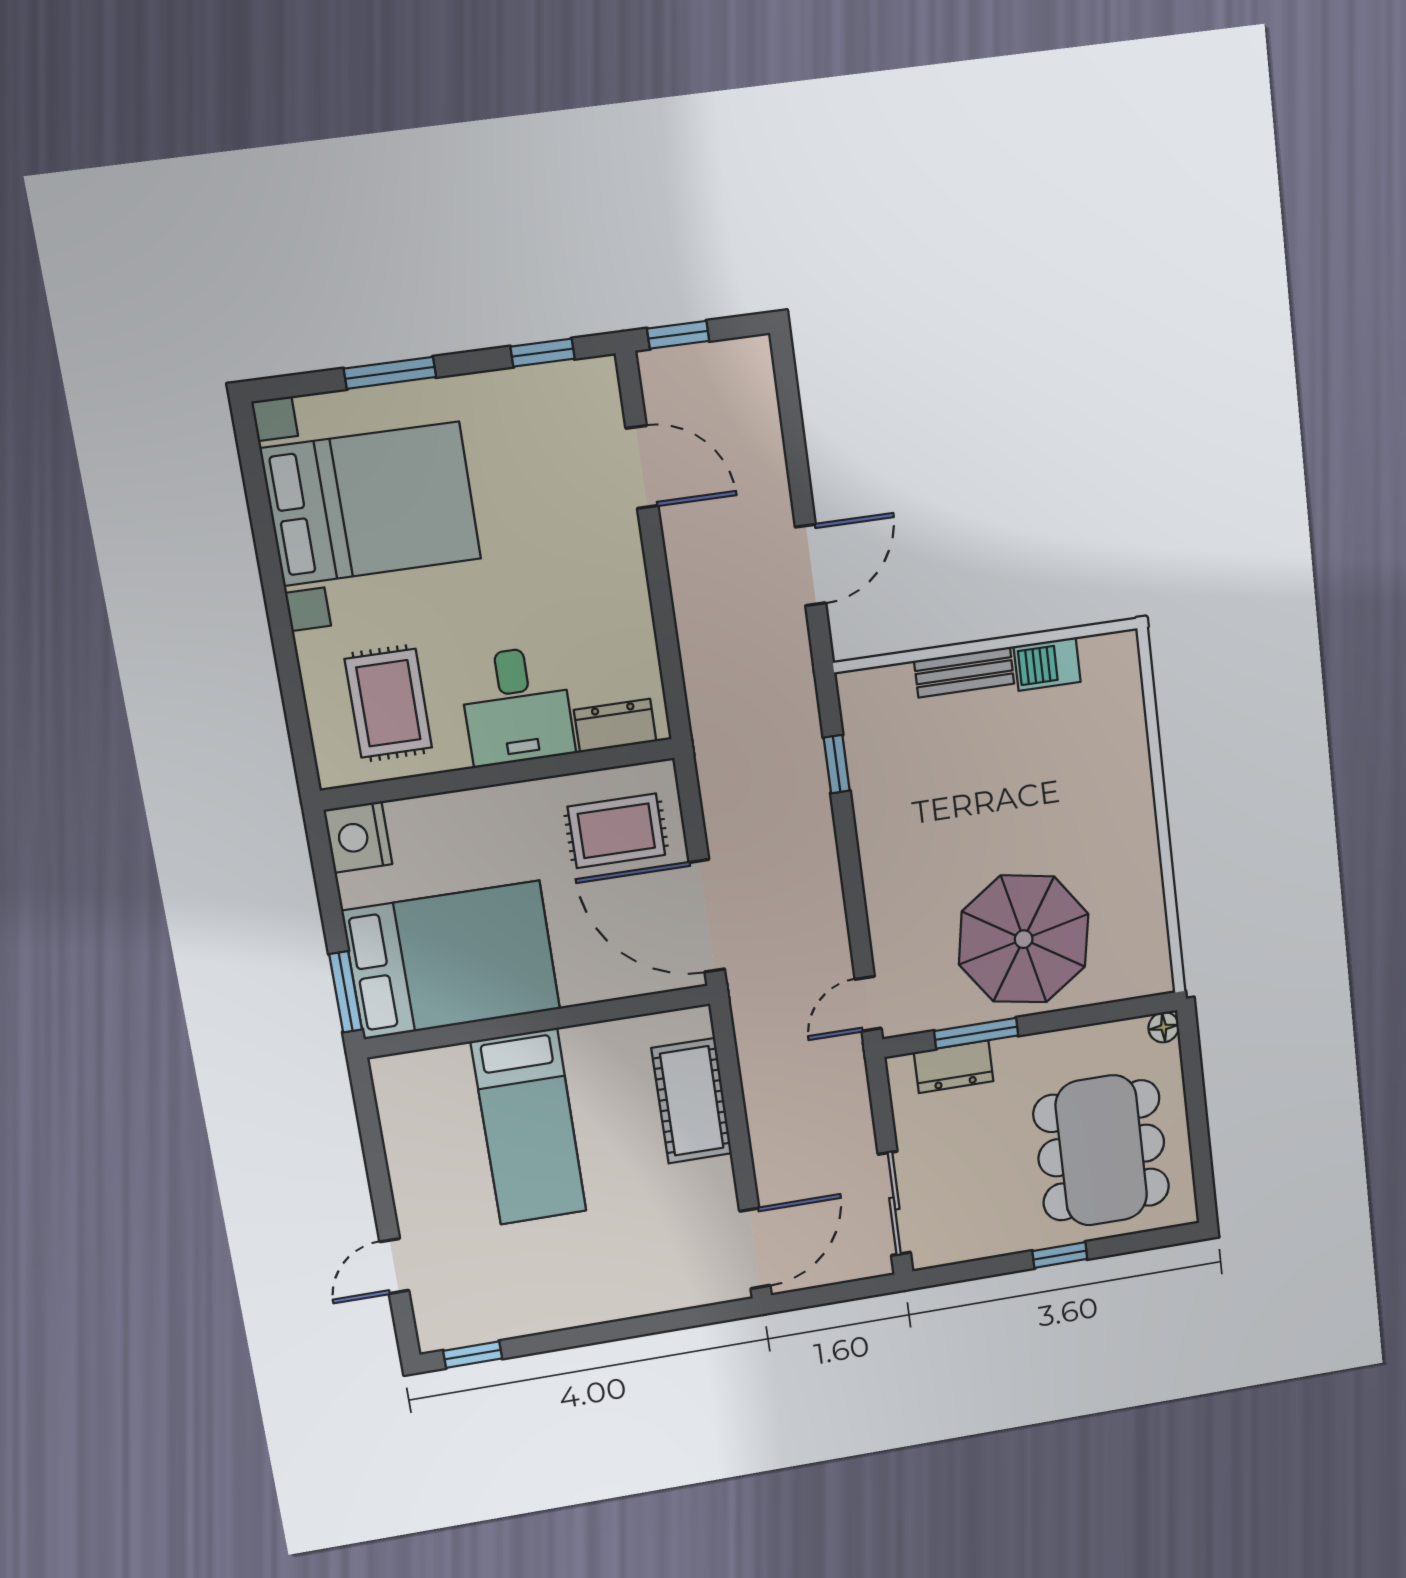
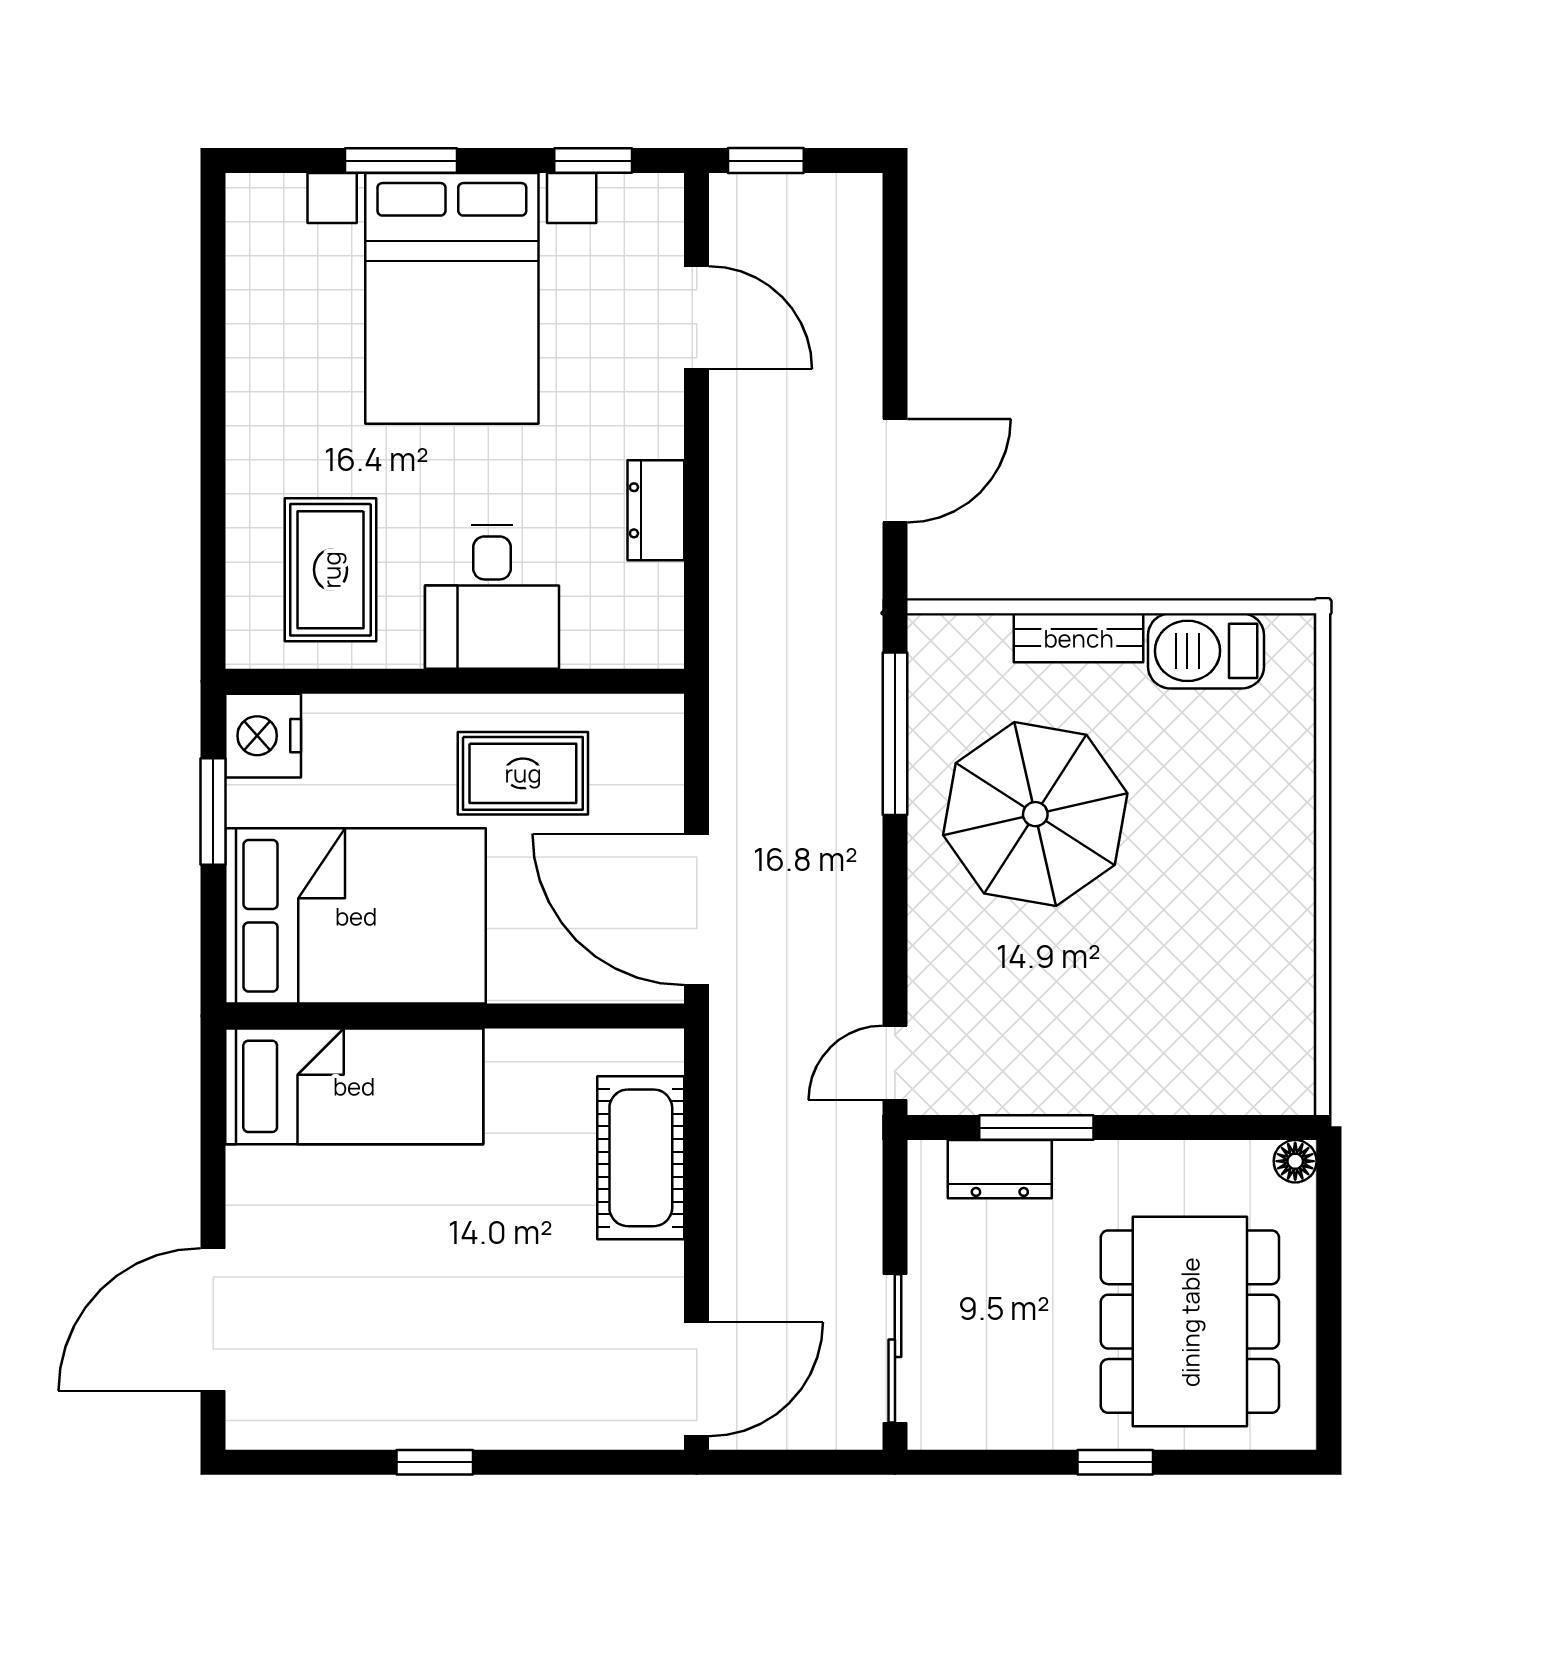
bed with nightstands: (371, 504) -> (452, 298), moved, turned 90
barbecue: (1047, 664) -> (1206, 651), width x1.38, depth x1.27
dresser: (615, 726) -> (656, 510), moved, turned -90
window: (837, 764) -> (895, 734), width x2.17
rug: (616, 831) -> (523, 773), moved
parasol: (1024, 939) -> (1035, 814), moved
window: (346, 992) -> (213, 811), moved
bed: (529, 1127) -> (354, 1086), moved, turned -90
door: (394, 1266) -> (213, 1320), width x1.87
window: (473, 1355) -> (435, 1462), moved

